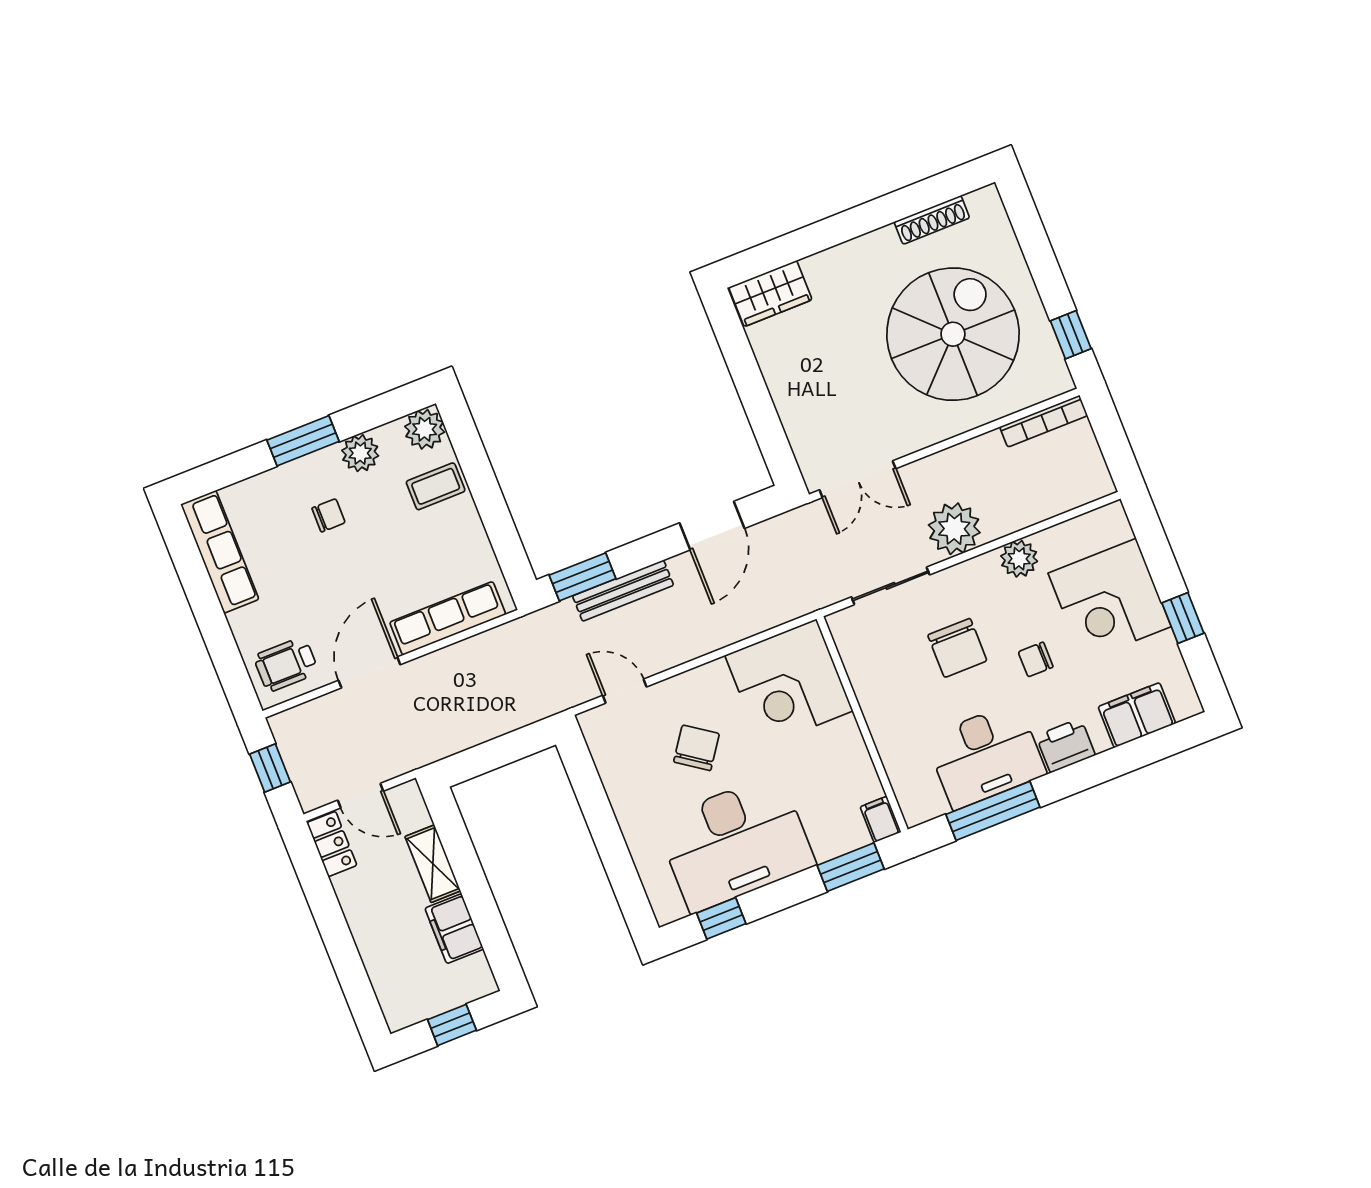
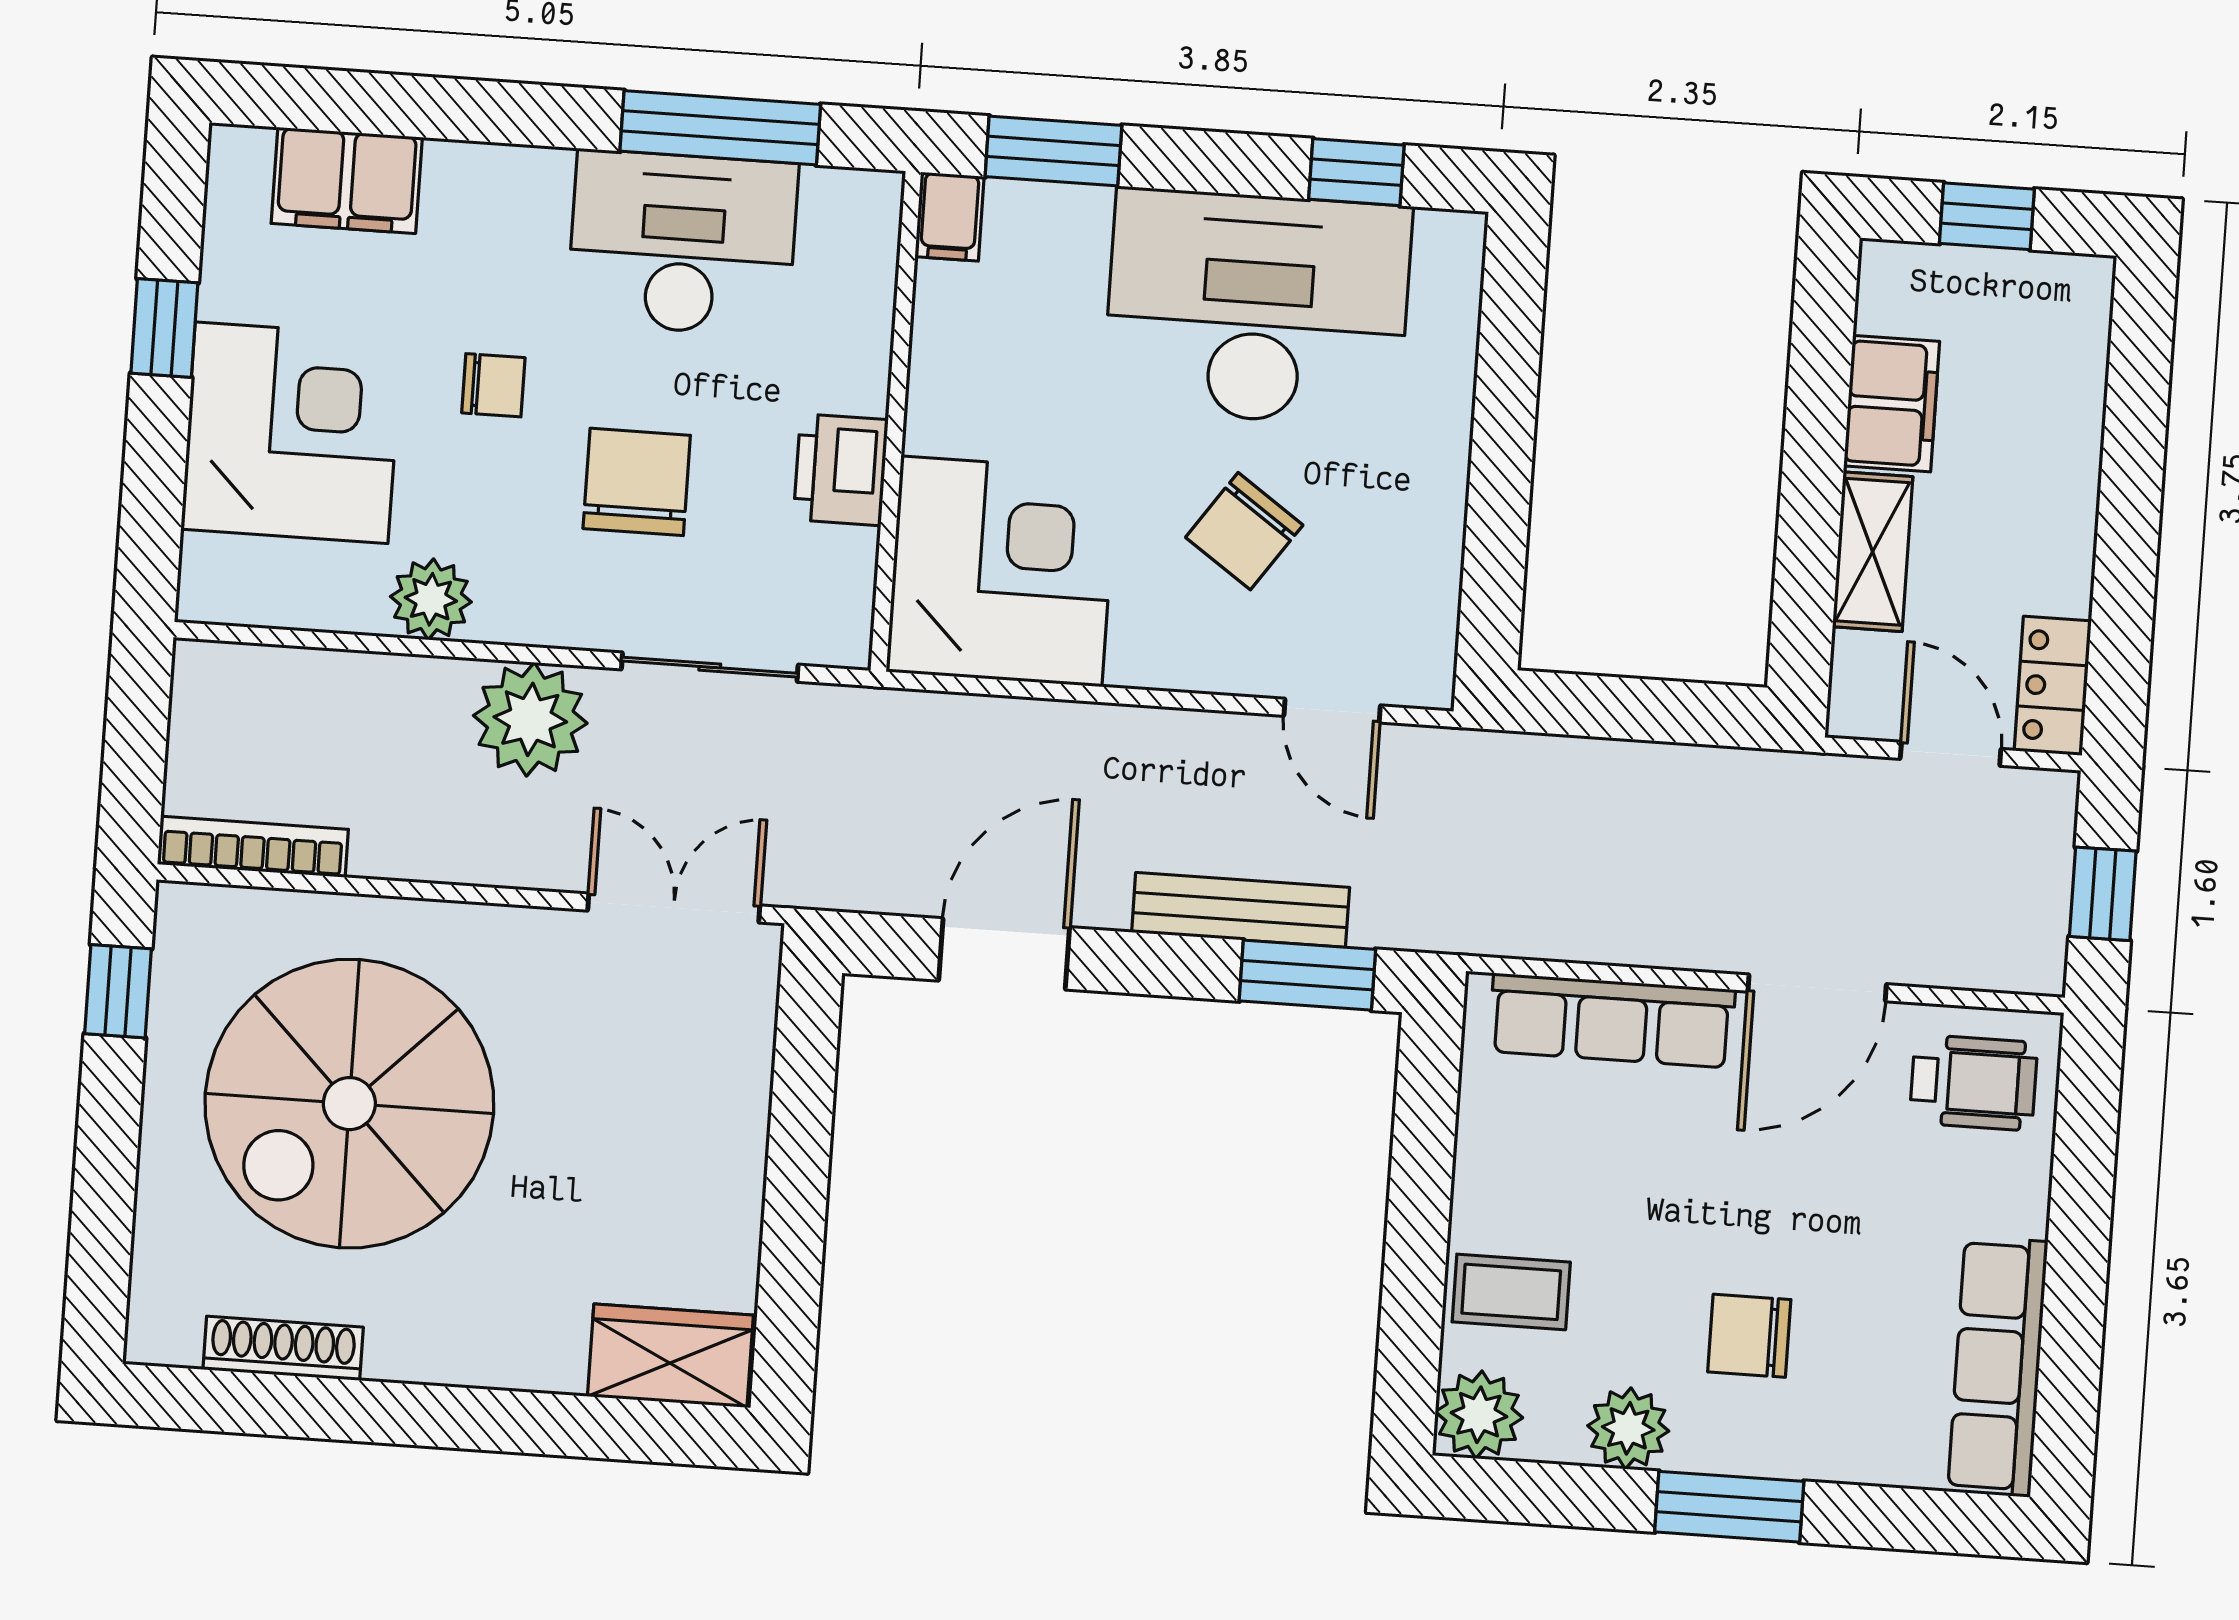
chair: (329, 515) -> (1749, 1336), width x1.37, depth x1.37
printer: (1066, 745) -> (841, 470), moved, turned 90

